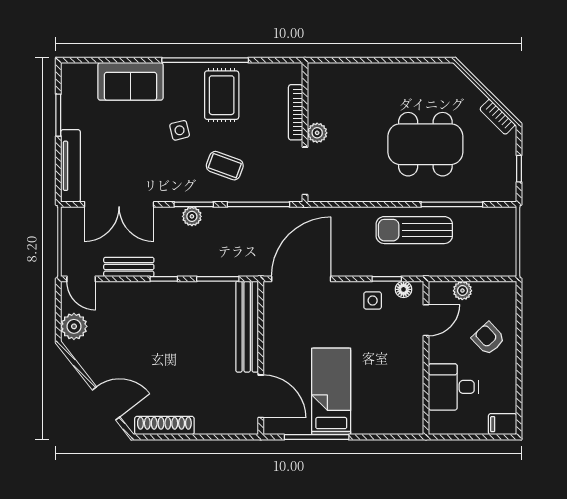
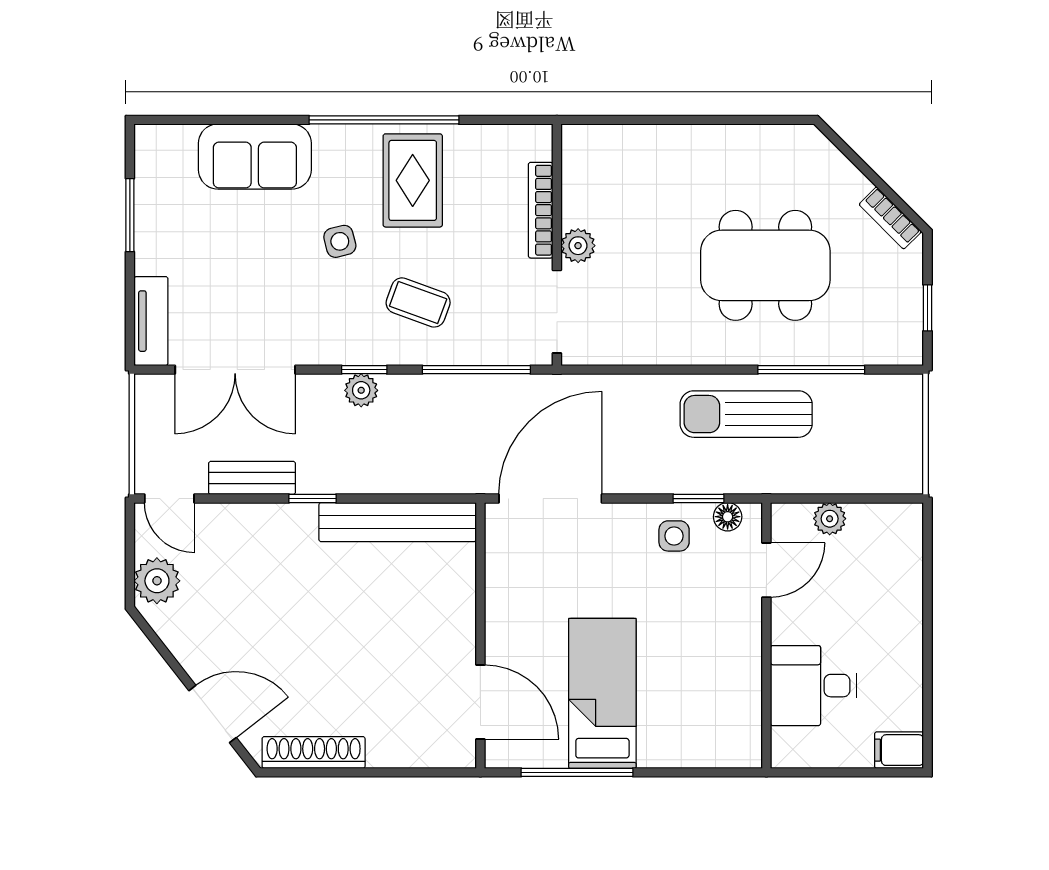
tv unit: (70, 166) -> (151, 321), width x0.71
window: (194, 204) -> (364, 370), width x0.67
window: (218, 279) -> (406, 499), removed
bench: (247, 327) -> (398, 522), moved, turned 90
armchair: (488, 338) -> (874, 602), removed

